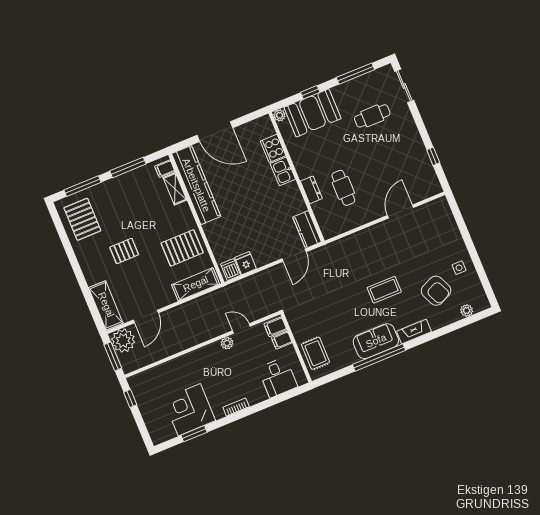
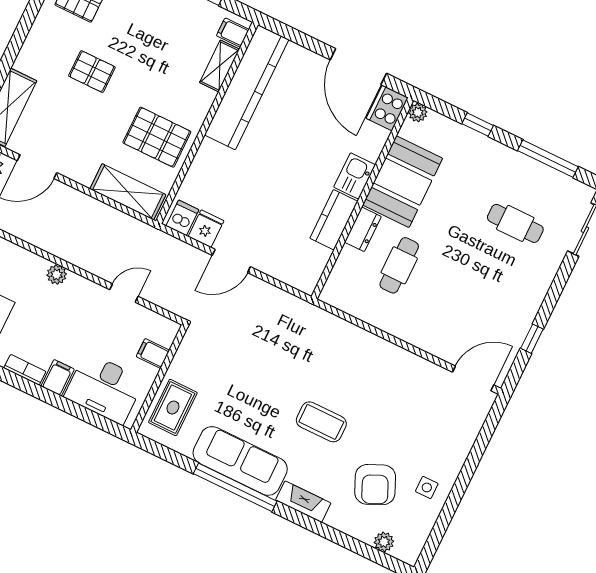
booth: (312, 113) -> (403, 182), moved, turned 90
door: (215, 132) -> (358, 67), moved
cooker: (273, 148) -> (387, 108), moved
door: (400, 211) -> (473, 378), moved
kitchen counter: (307, 230) -> (334, 220), moved
door: (294, 255) -> (231, 261), moved
filing cabinet: (275, 327) -> (58, 378), moved, turned 90
door: (241, 328) -> (124, 293), hinge flipped
sofa: (376, 341) -> (240, 461), width x1.36
plant: (227, 343) -> (57, 275), moved
desk: (278, 377) -> (104, 388), width x1.37

